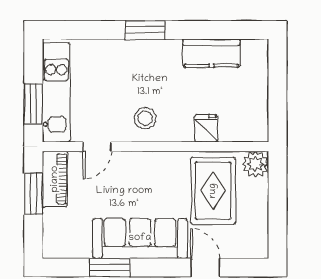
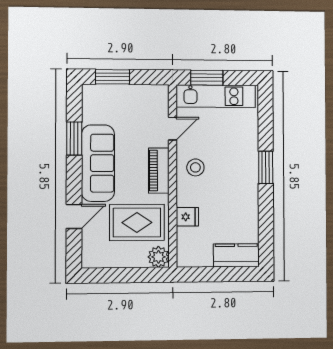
kitchen counter: (211, 53) -> (236, 255), moved, turned 90
door: (97, 147) -> (173, 129), swing flipped
piano: (55, 179) -> (159, 171), moved, turned 90
window: (33, 194) -> (113, 77), moved

